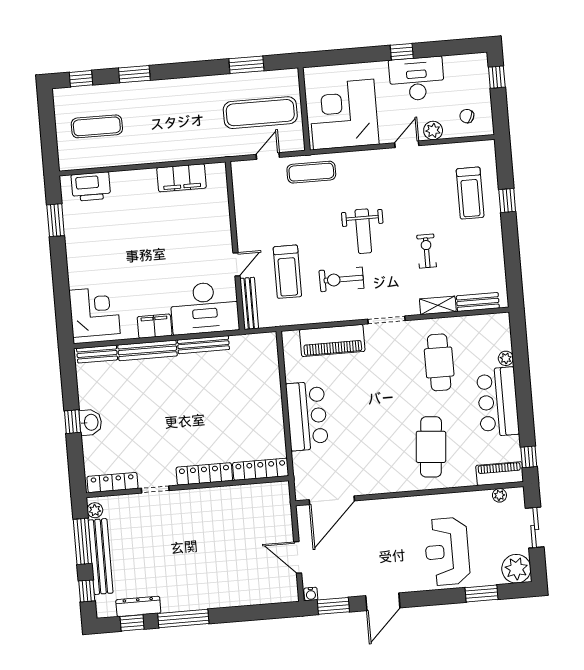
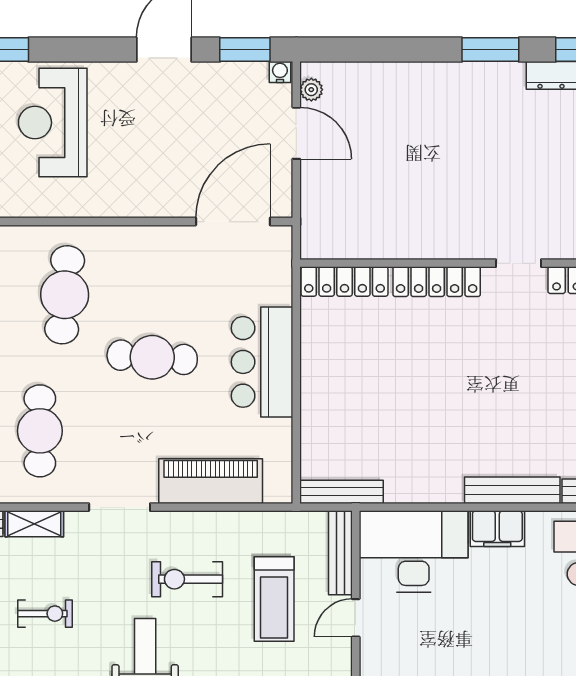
exercise bike: (427, 251) -> (45, 614), turned -90
treadmill: (287, 272) -> (274, 599), turned 180
exercise bike: (342, 279) -> (187, 579), turned 180
bench: (203, 345) -> (341, 492), moved
cafe table: (374, 413) -> (152, 357), added
reception desk: (447, 551) -> (53, 123), turned 180
plant: (291, 585) -> (311, 90), added
window: (183, 619) -> (490, 50), width x0.69

